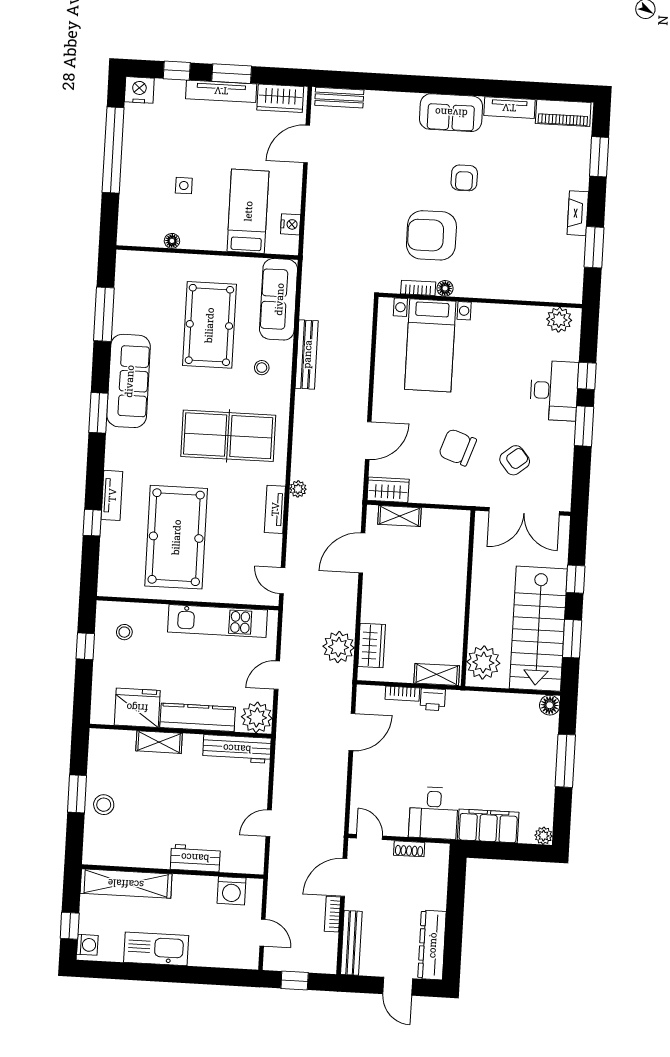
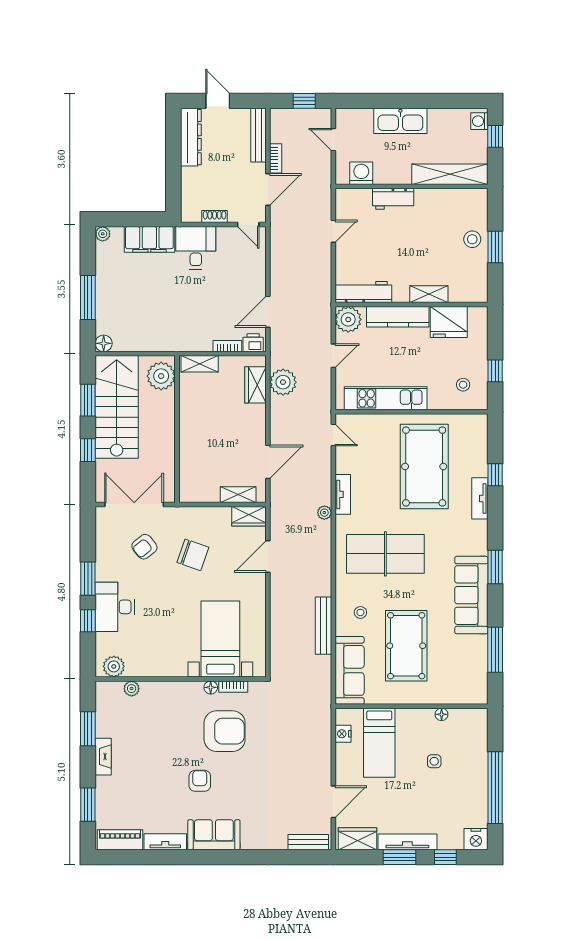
plant: (539, 292) -> (132, 689), added
printer: (433, 699) -> (253, 343), moved
kitchen sink: (156, 949) -> (400, 121), moved

